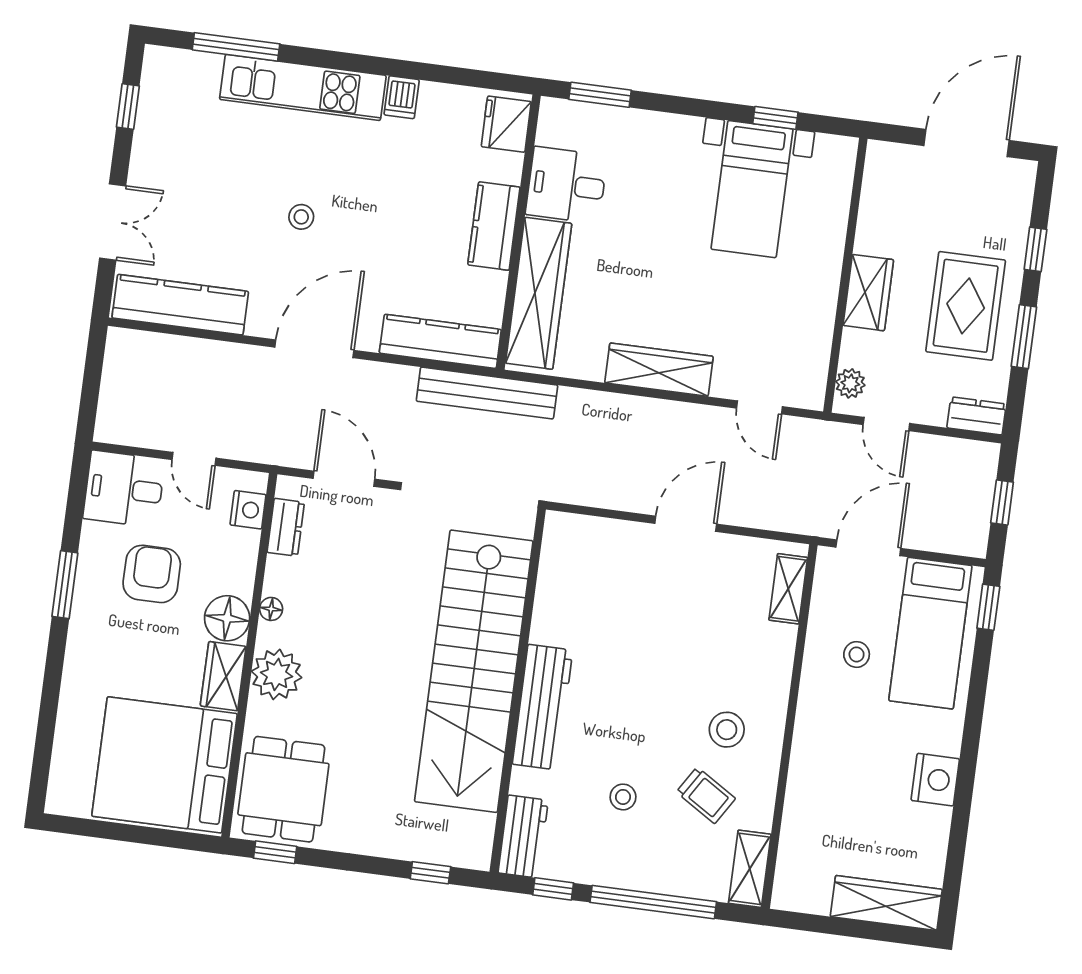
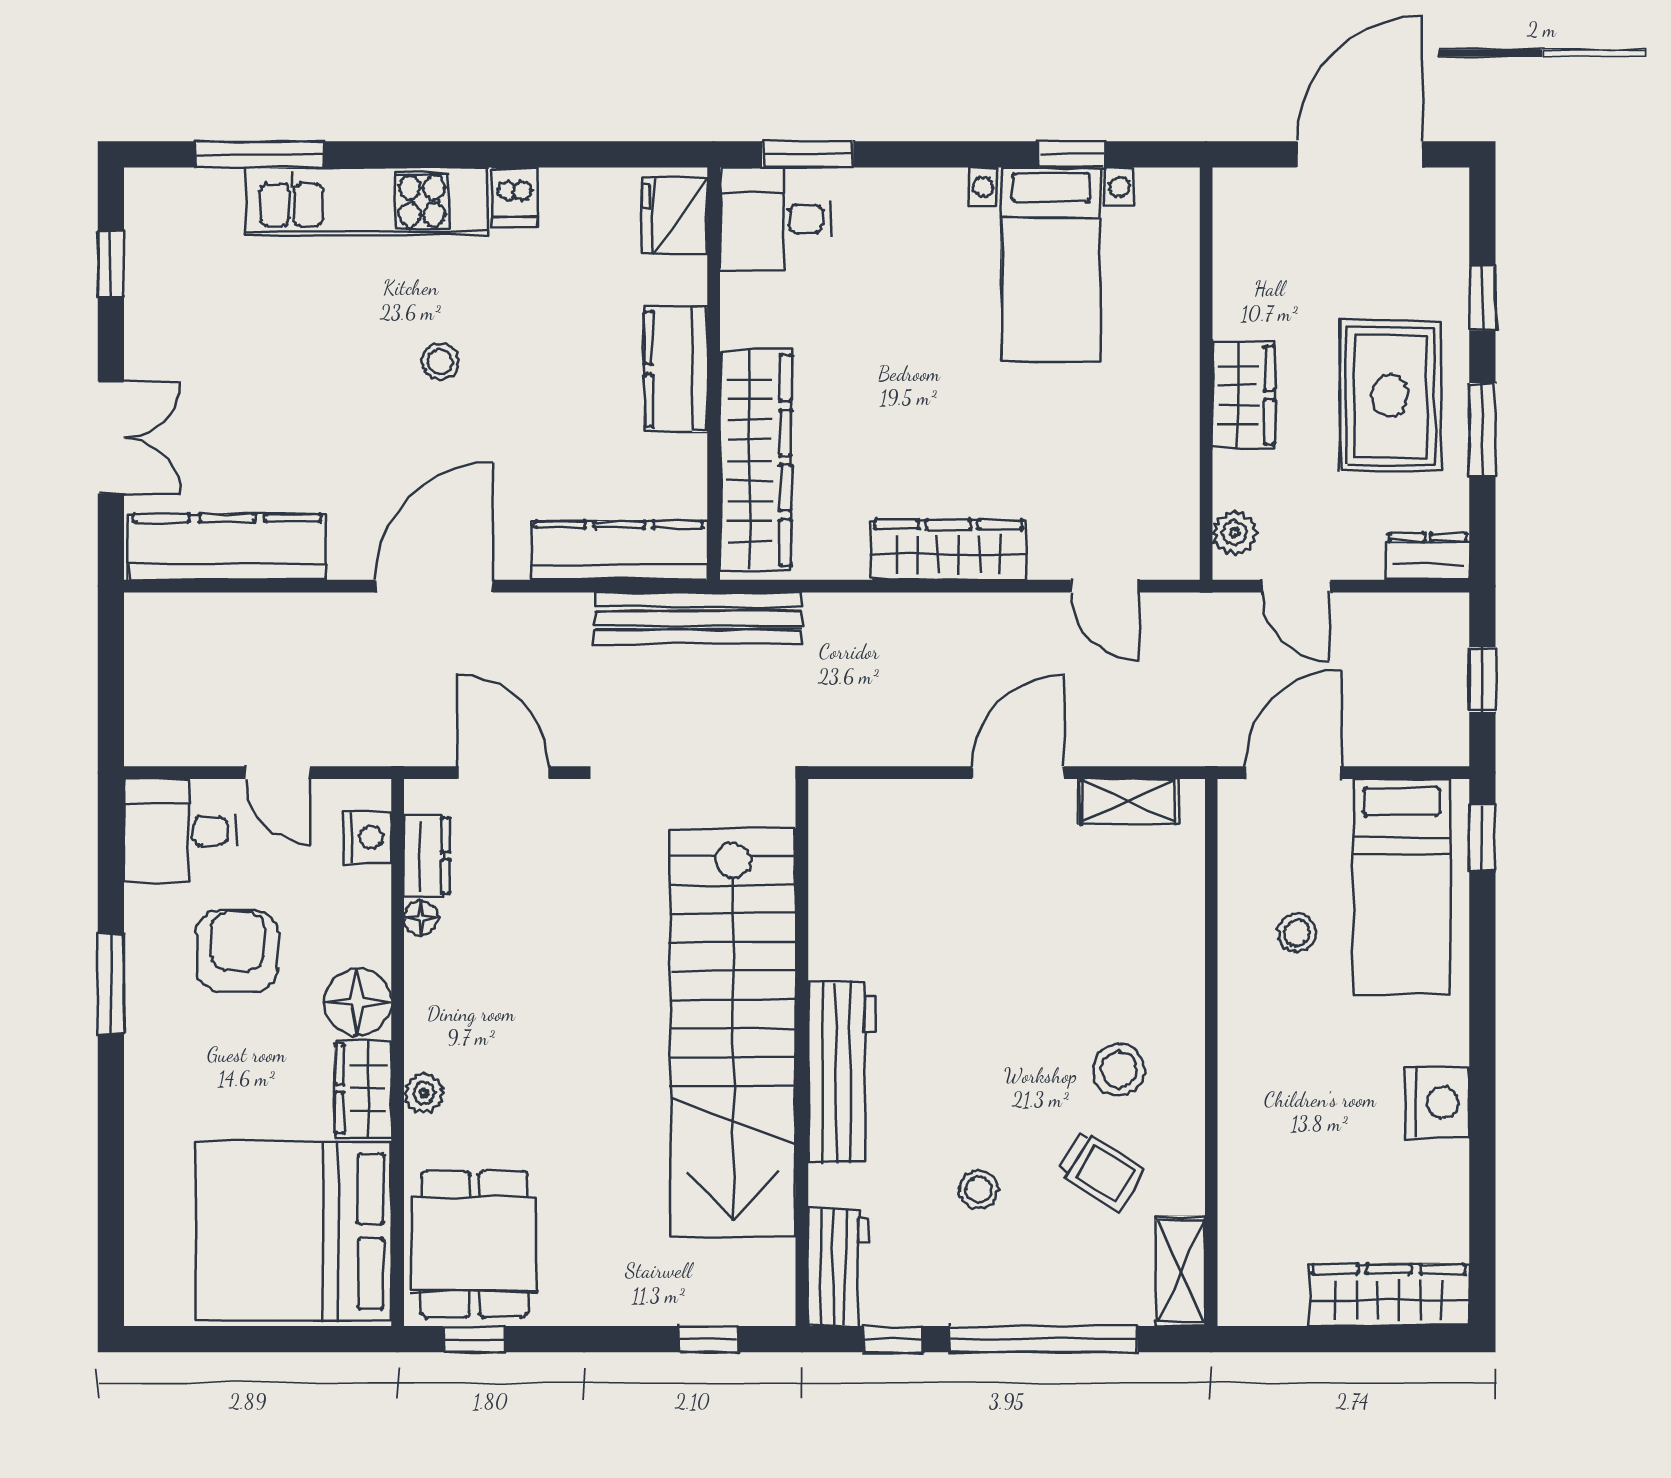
desk: (566, 185) -> (776, 219), moved
stool: (301, 217) -> (440, 361), moved
shelving: (788, 589) -> (1129, 801), moved, turned 90
floor lamp: (271, 609) -> (421, 918), moved
plant: (277, 674) -> (424, 1093), width x0.53, depth x0.53

